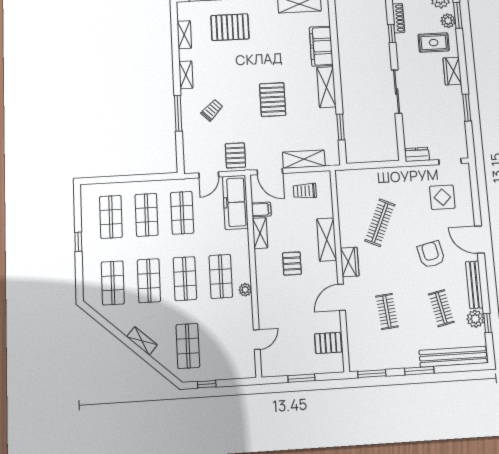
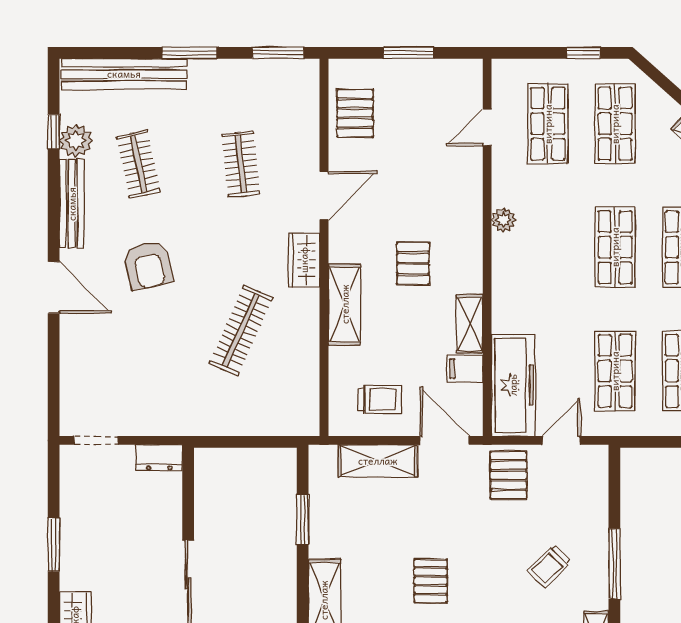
pallet: (273, 100) -> (431, 581), width x0.67, depth x0.71
display table: (442, 197) -> (117, 372), removed
shop shelf: (221, 276) -> (548, 124), moved
pallet: (328, 343) -> (355, 113), turned 90

